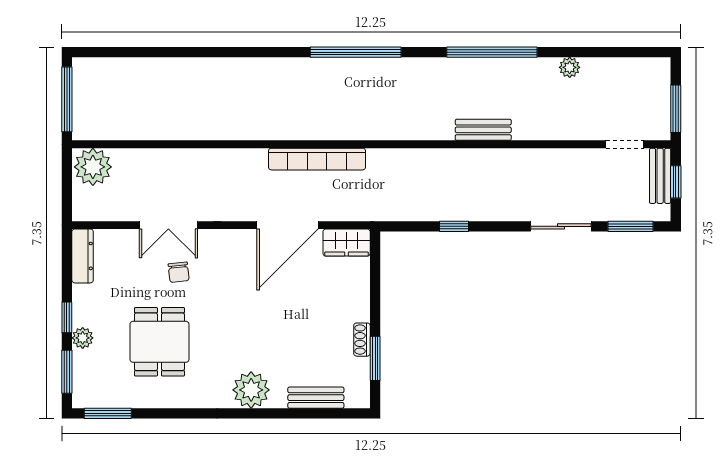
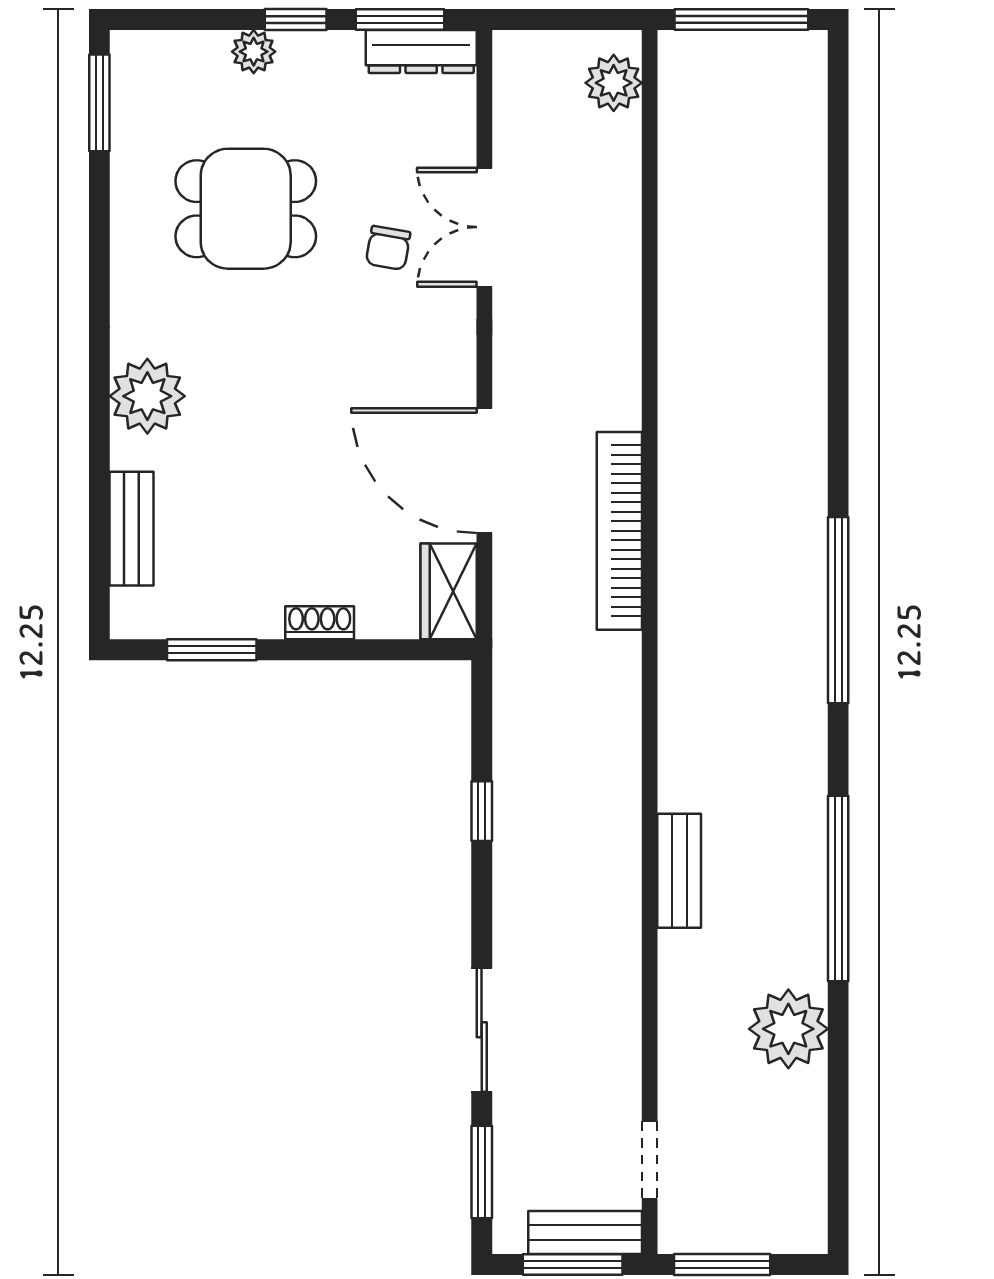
plant: (570, 67) -> (788, 1029), width x1.87, depth x1.87
plant: (93, 167) -> (614, 83), width x0.73, depth x0.73
window: (676, 182) -> (573, 1265), width x1.50
chair: (179, 272) -> (388, 248), turned -74
shoe rack: (362, 340) -> (320, 623), moved
window: (67, 372) -> (400, 19), moved

